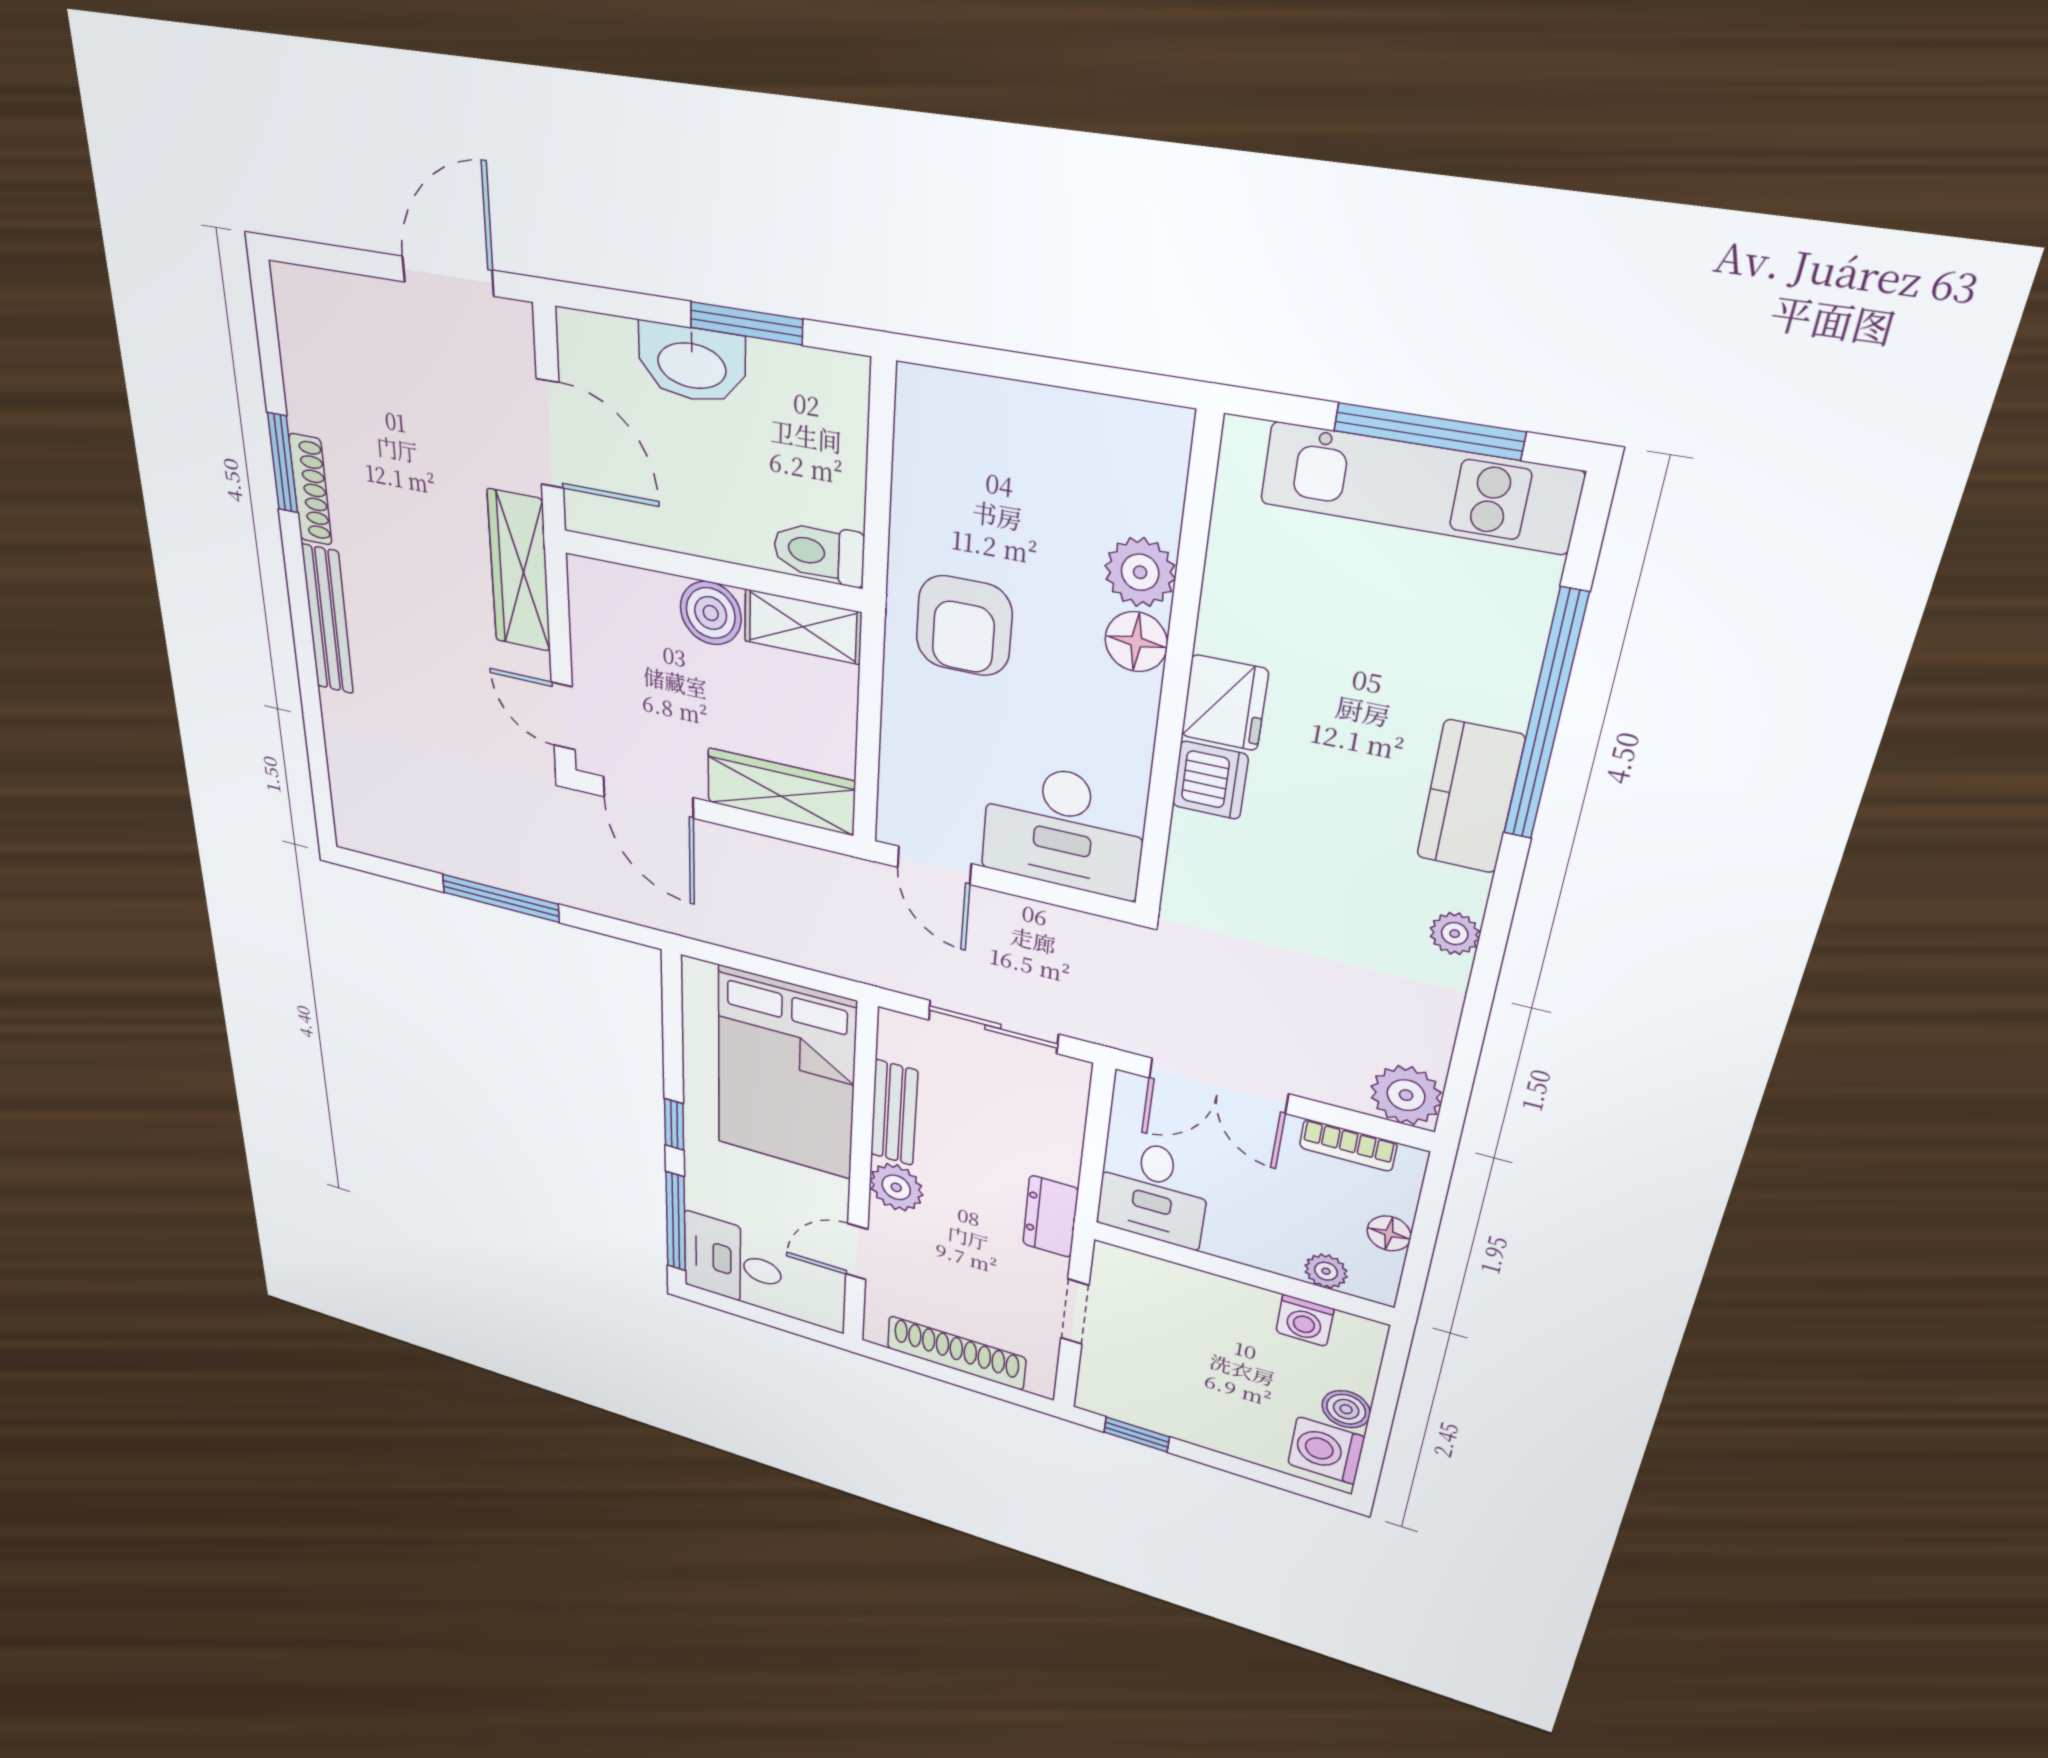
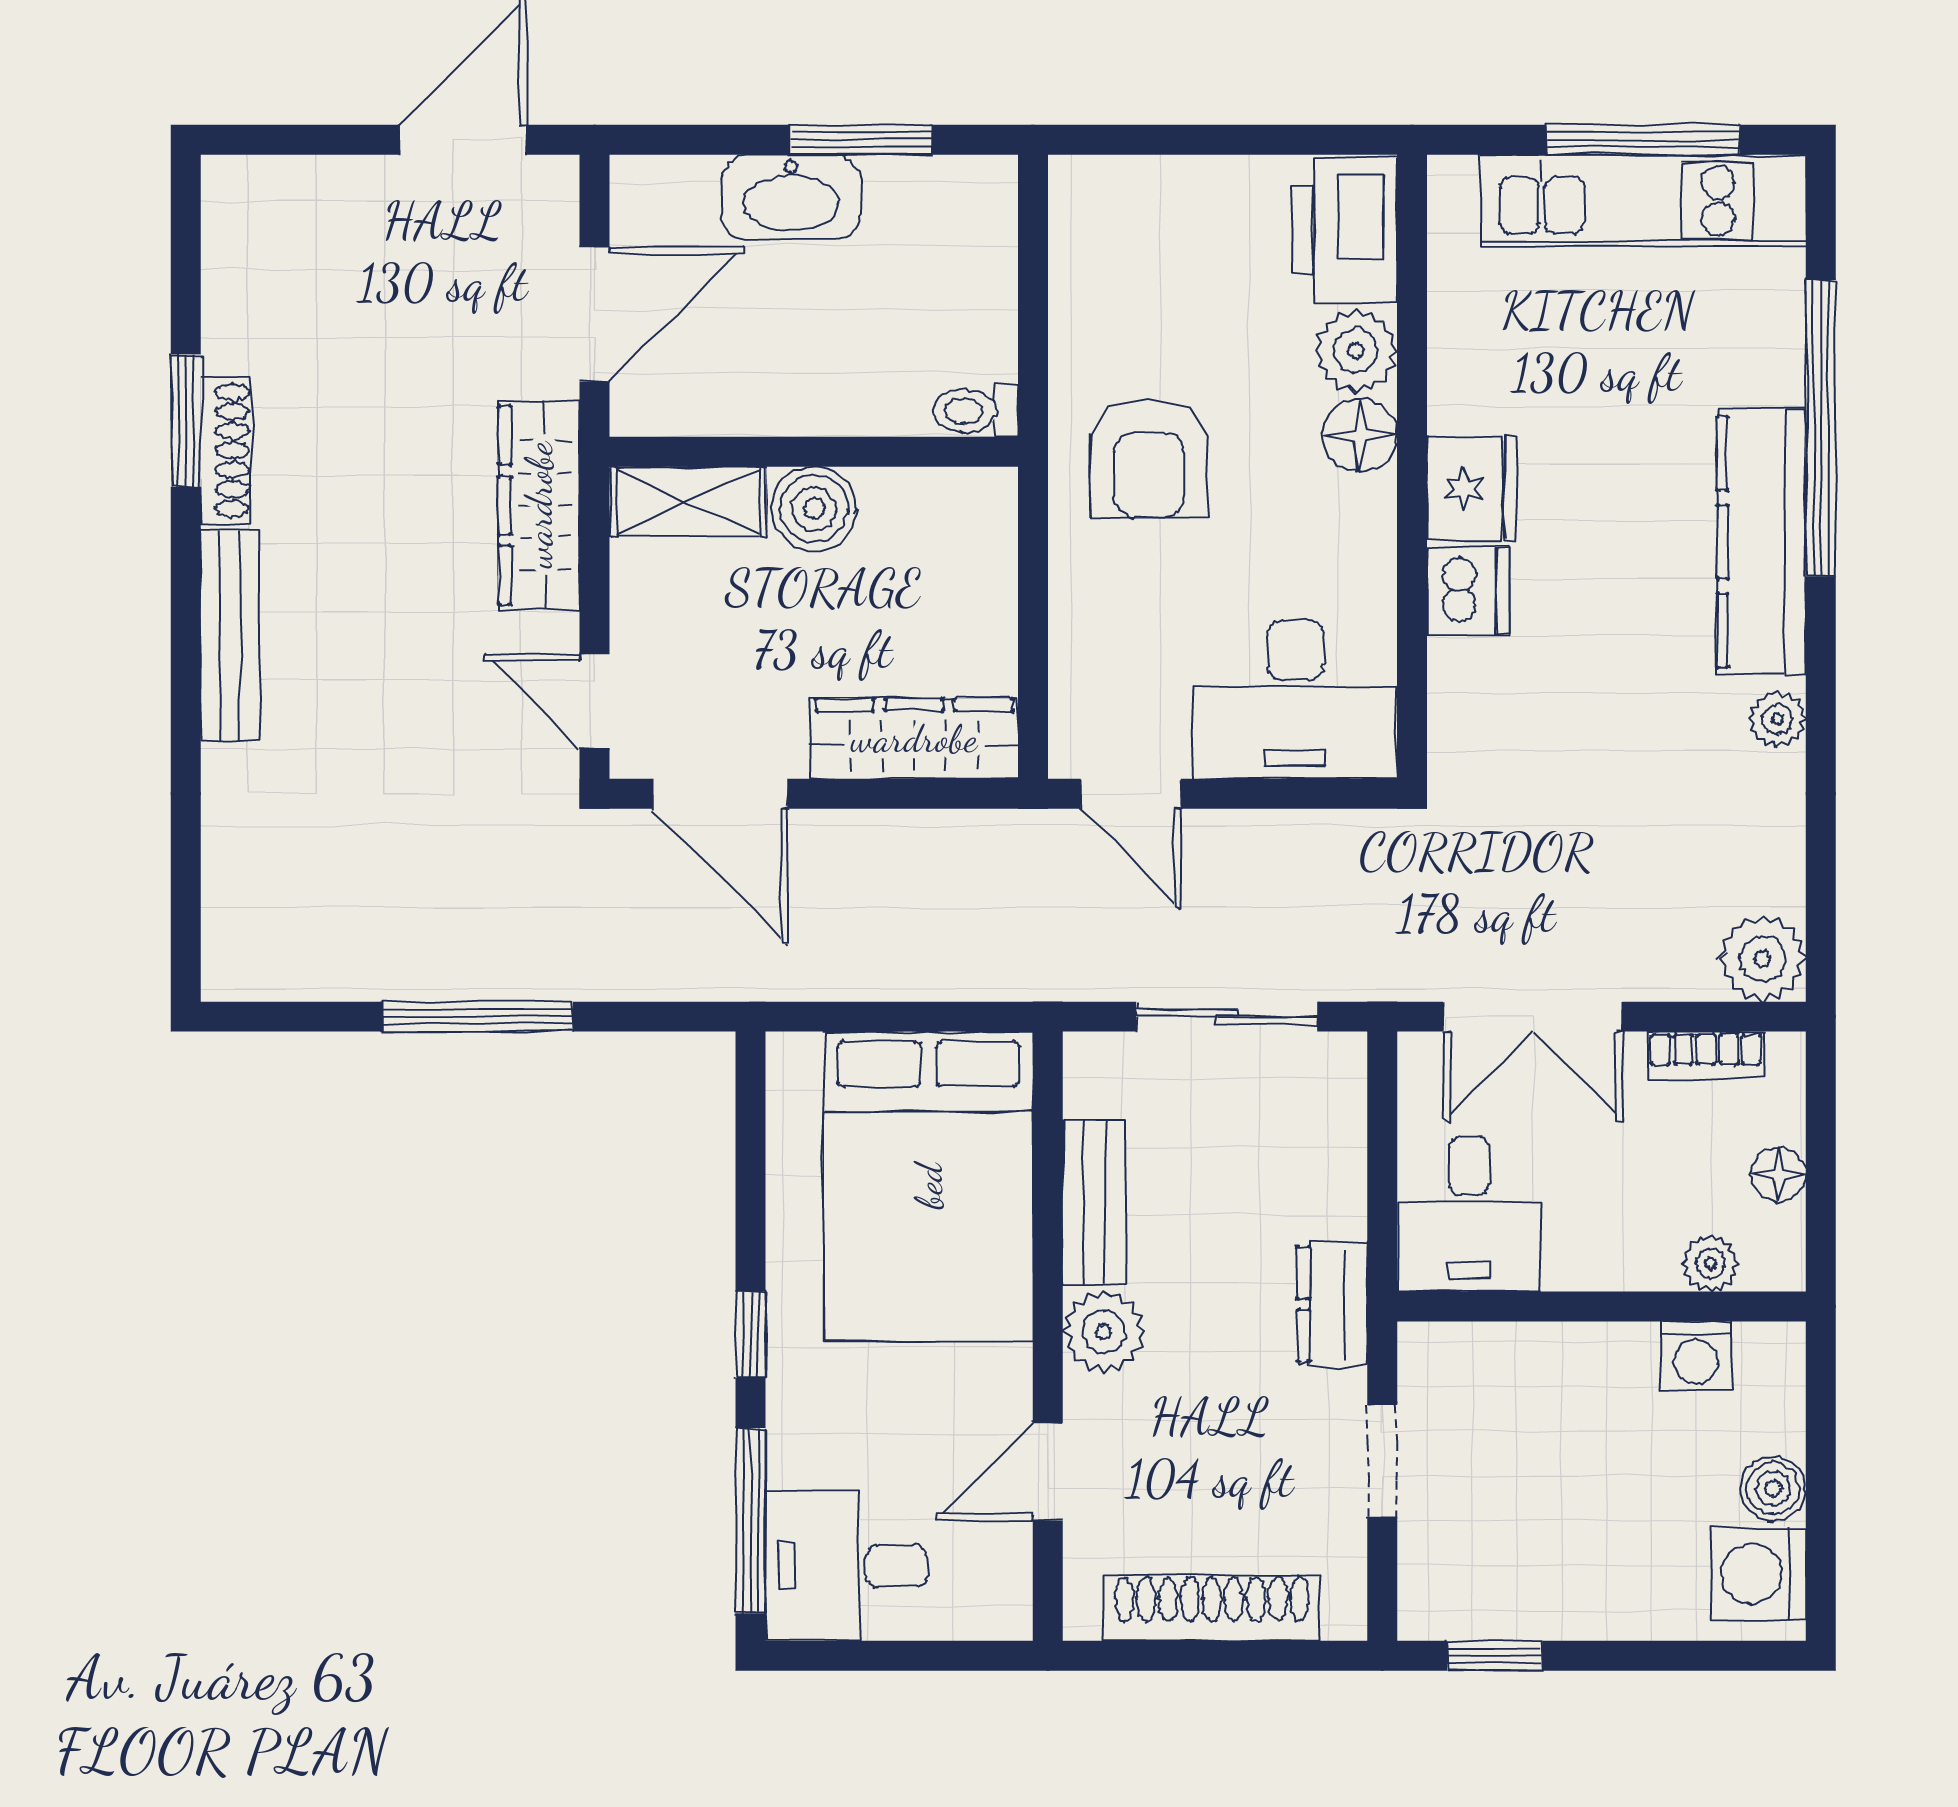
door: (550, 434) -> (595, 314), hinge flipped
printer: (1142, 468) -> (1345, 230), added
toilet: (819, 553) -> (976, 411), width x0.73, depth x0.72
shelving: (803, 627) -> (688, 502), moved
kitchen counter: (1470, 797) -> (1762, 542), width x1.50

